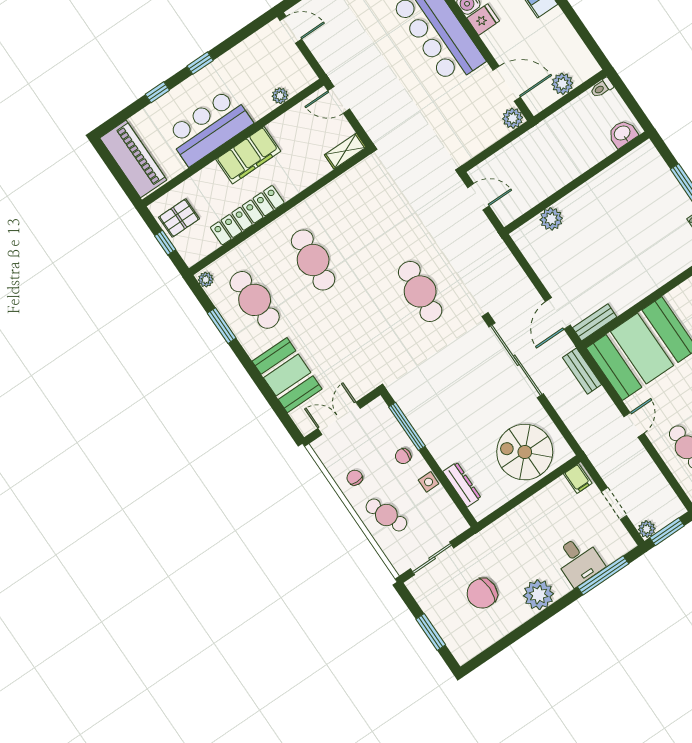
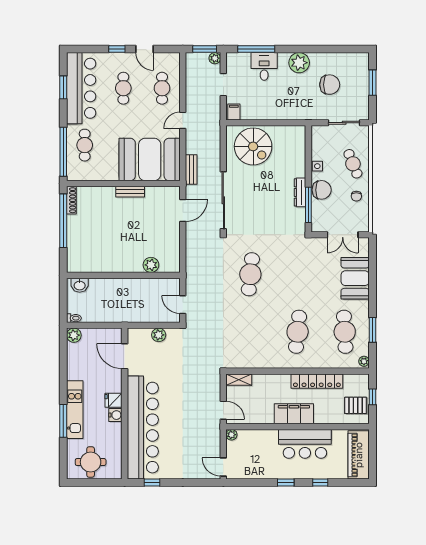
plant: (562, 84) -> (74, 335), moved
plant: (280, 96) -> (231, 435), moved
plant: (513, 118) -> (159, 335), moved
bench: (595, 322) -> (130, 192), moved
chair: (403, 456) -> (322, 190), width x1.87, depth x1.87
dresser: (462, 485) -> (300, 192), moved

